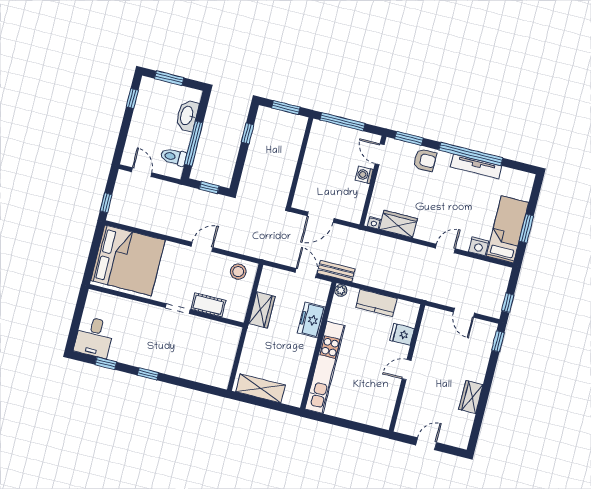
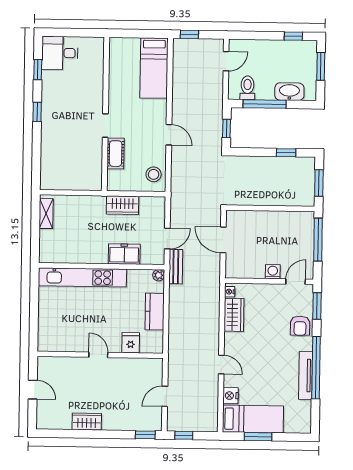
bed: (128, 260) -> (154, 68), width x0.49
shelving: (260, 388) -> (46, 214), width x0.67, depth x0.75

